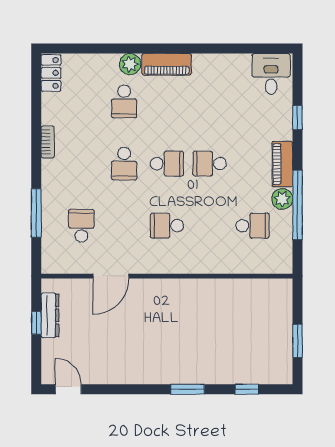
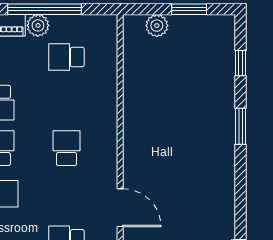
school desk: (167, 226) -> (66, 148), turned 180
school desk: (253, 226) -> (66, 57), turned -90
plant: (282, 311) -> (157, 26), added

